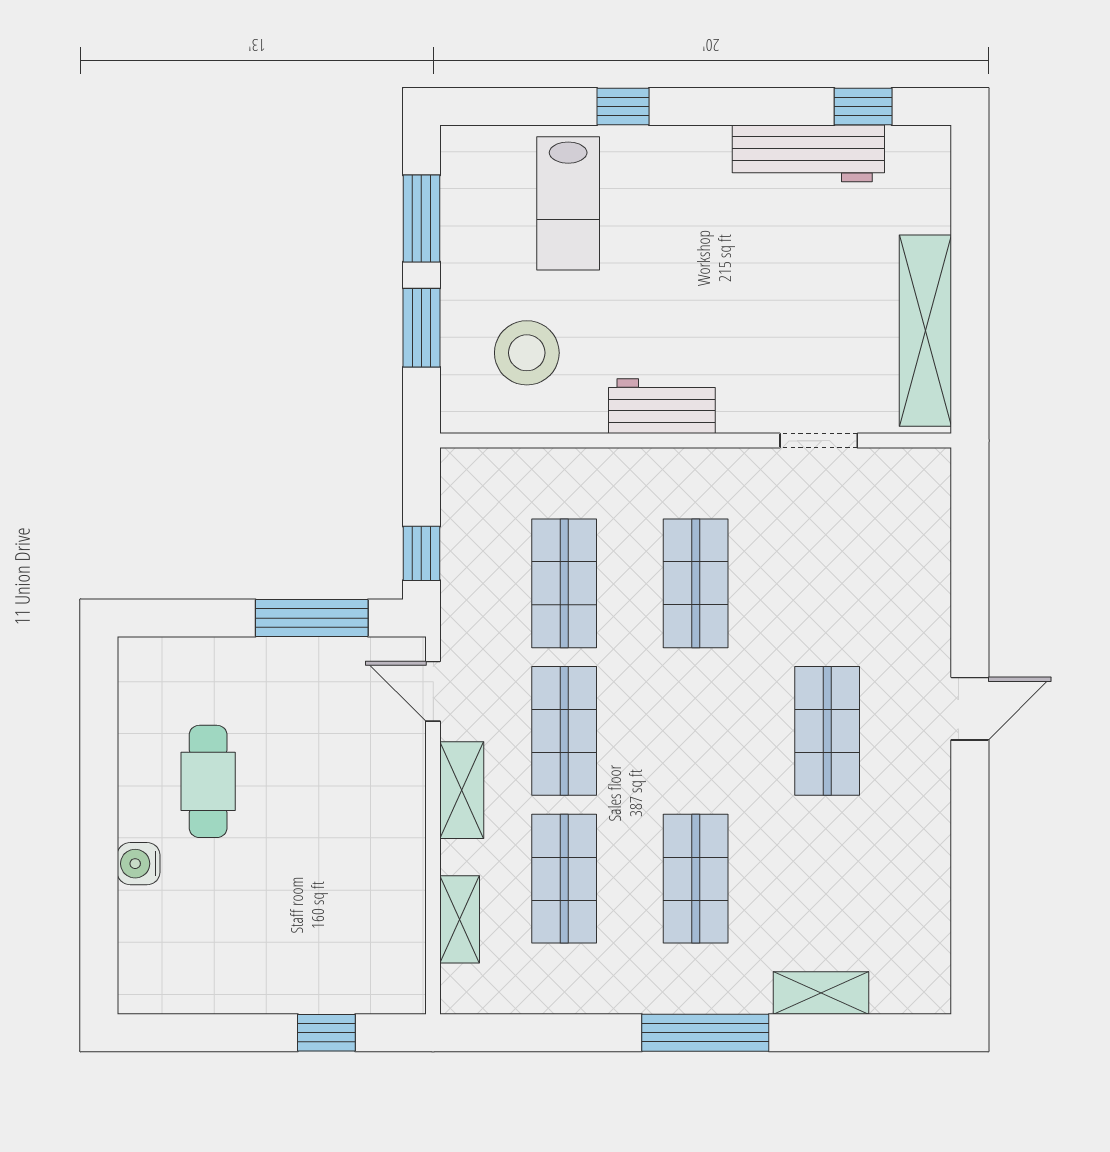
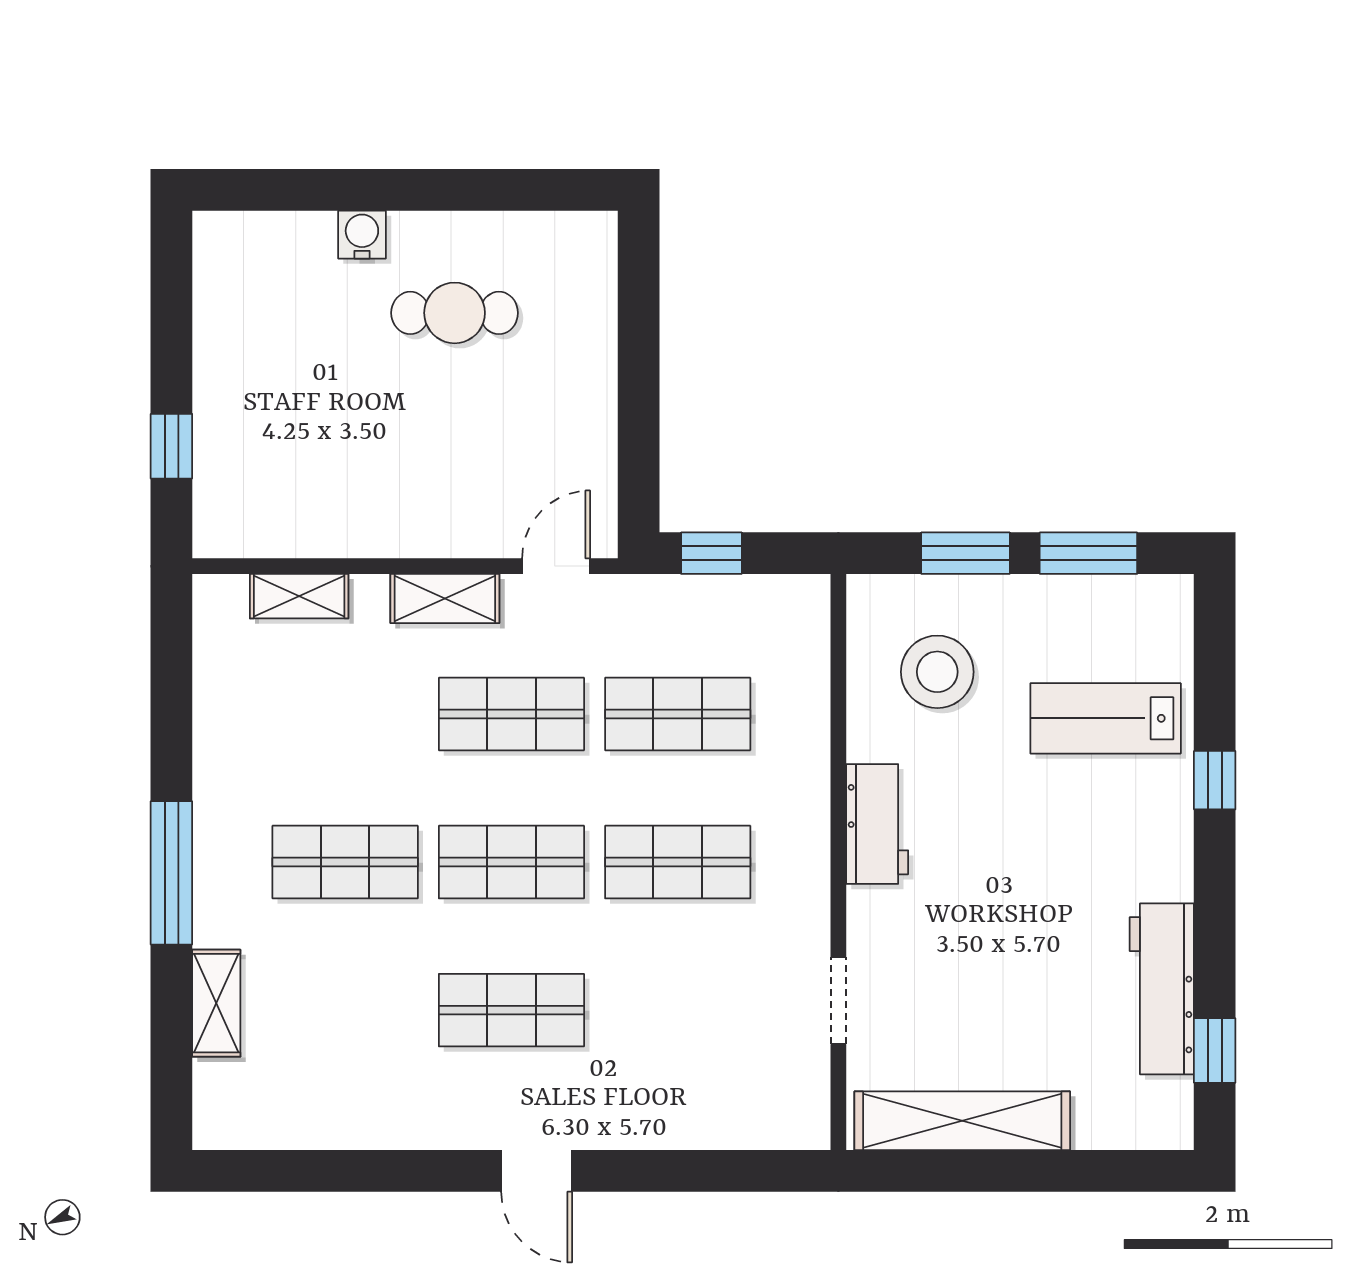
window: (312, 618) -> (639, 430), removed
shop shelf: (564, 879) -> (511, 862), moved

